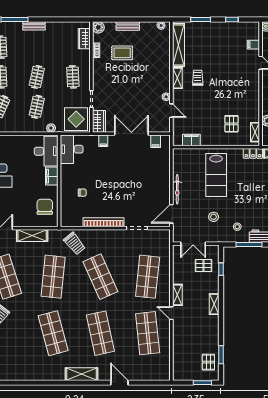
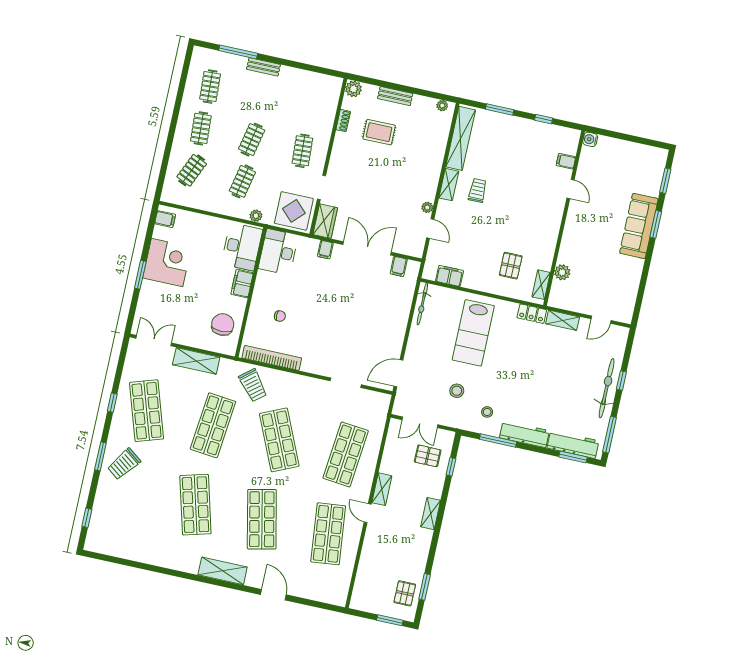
wardrobe: (84, 39) -> (330, 100), removed
bicycle: (177, 189) -> (422, 304), moved
bookcase: (104, 222) -> (272, 358), moved

